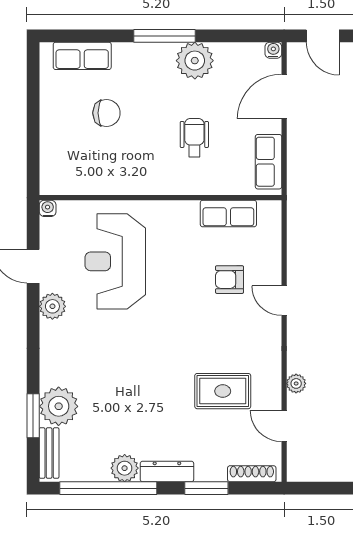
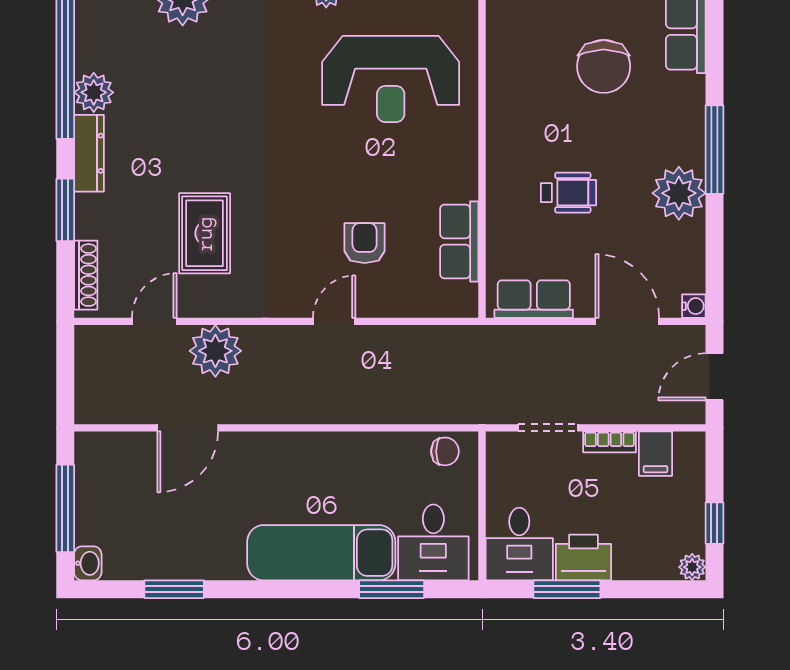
chair: (106, 113) -> (604, 66), width x1.37, depth x1.37
reception desk: (115, 261) -> (391, 79), turned 180
plant: (296, 383) -> (215, 351), width x1.87, depth x1.87

